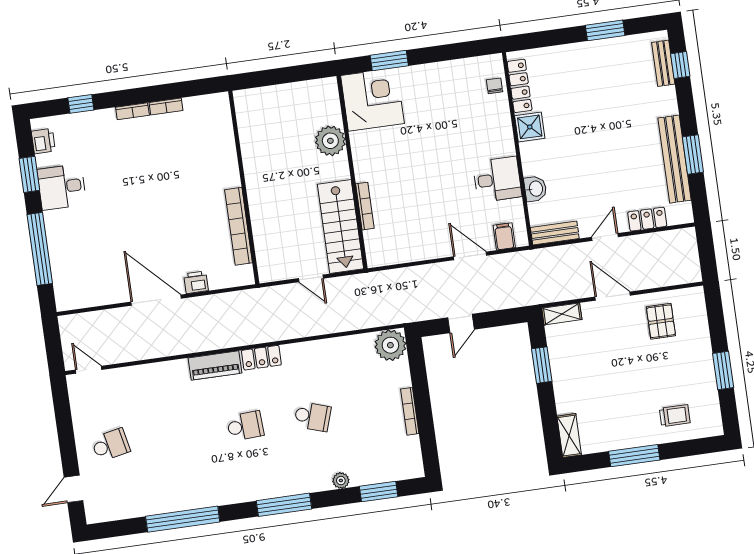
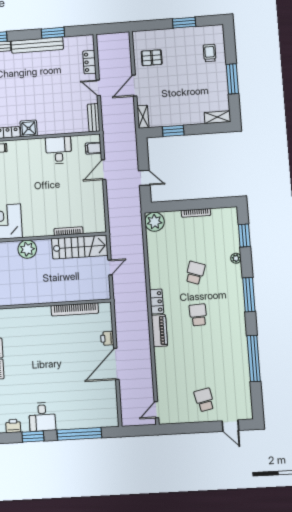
bench: (675, 159) -> (37, 45), moved
washbasin: (535, 189) -> (66, 128), removed

